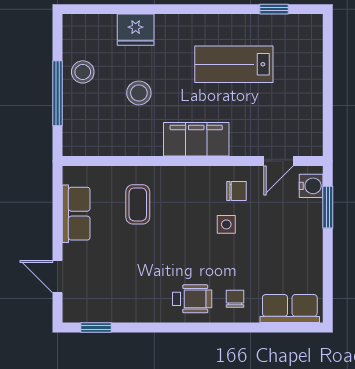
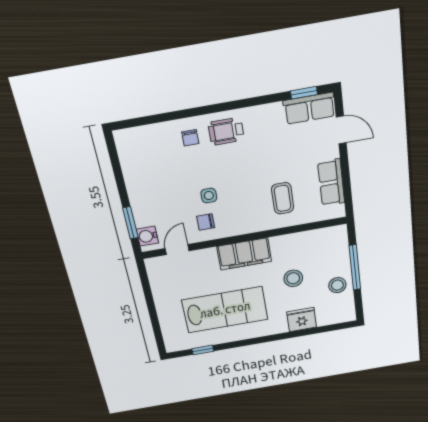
lab bench: (234, 64) -> (225, 310), width x1.36, depth x1.39
row of seats: (290, 309) -> (309, 108), moved

